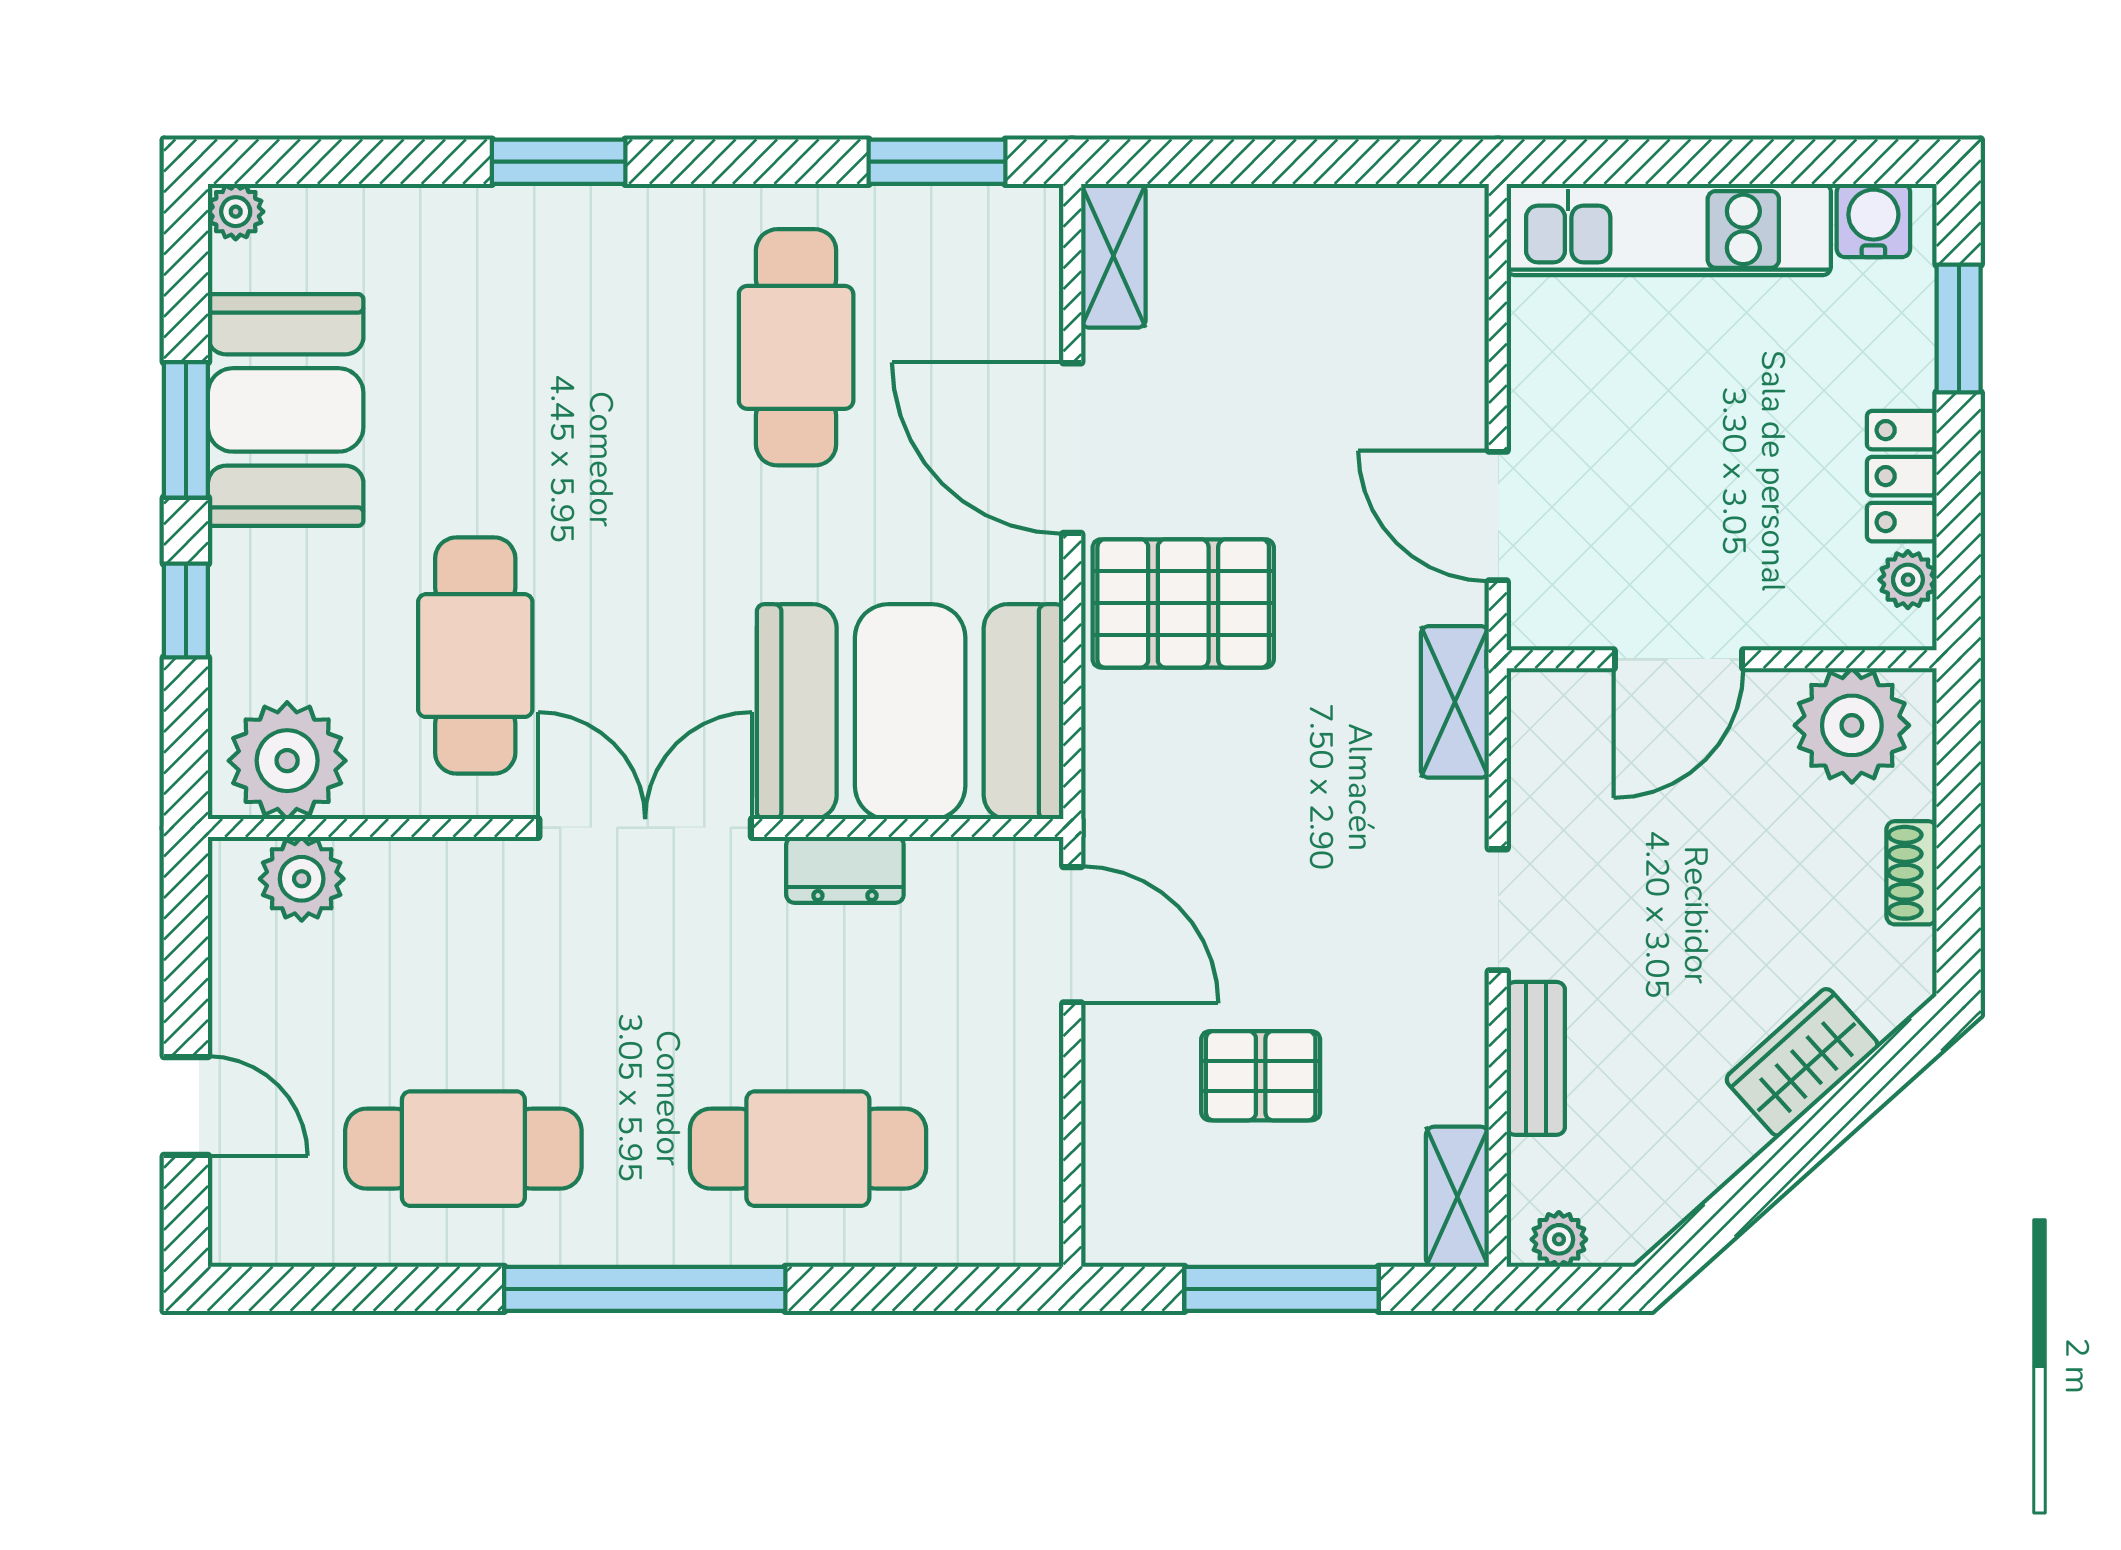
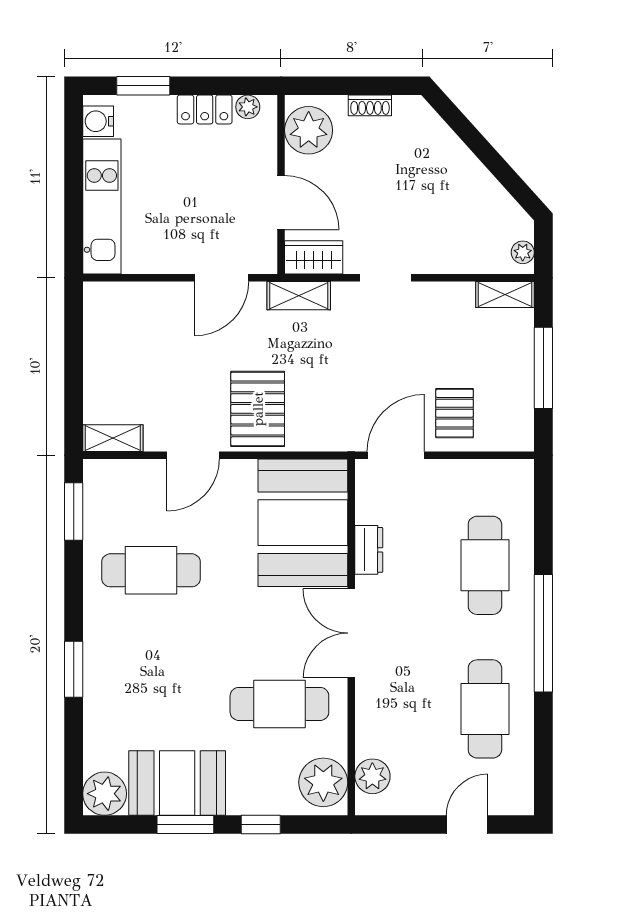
plant: (236, 212) -> (105, 794), width x1.88, depth x1.88
door: (1072, 448) -> (193, 455), width x0.73
bench: (1536, 1058) -> (447, 262), removed
wardrobe: (1802, 1062) -> (314, 257), moved, turned 132
pallet: (1261, 1076) -> (455, 413), moved

